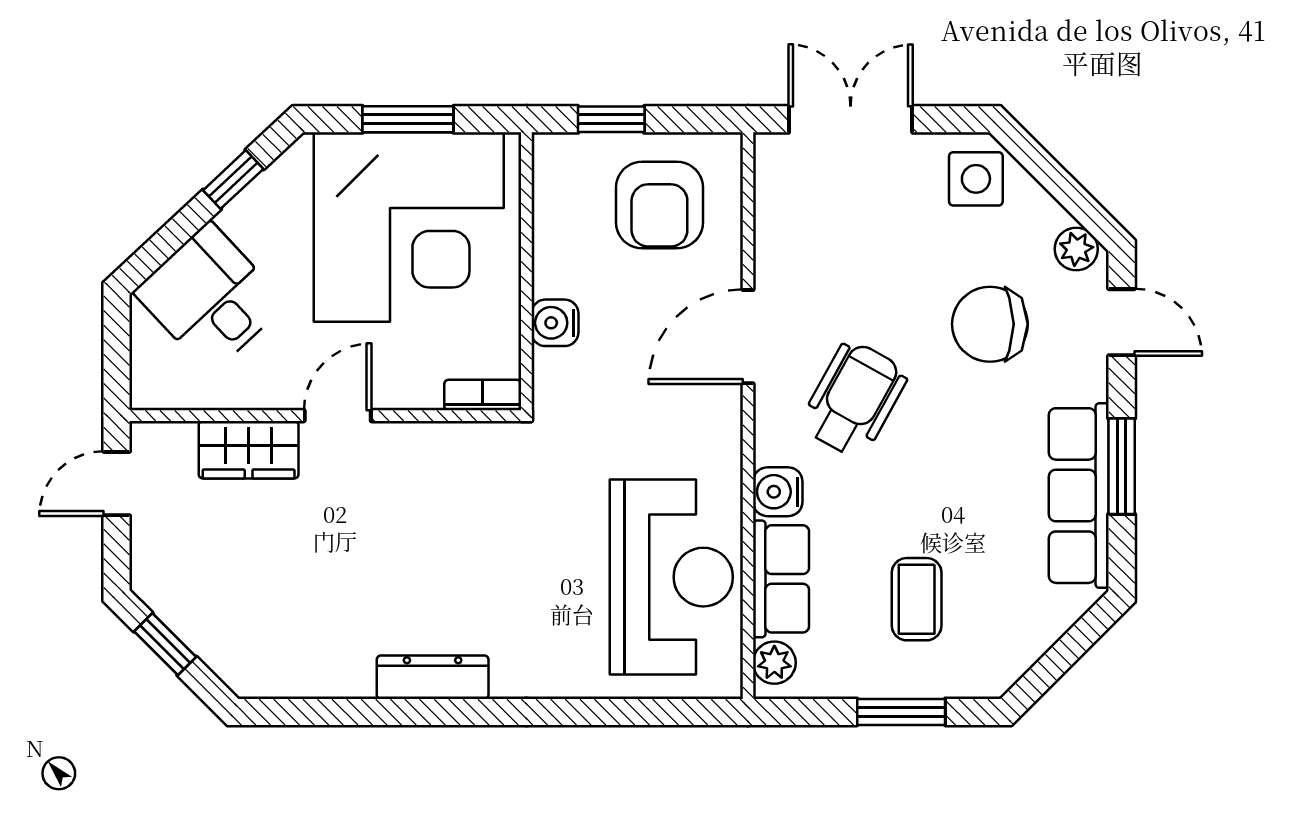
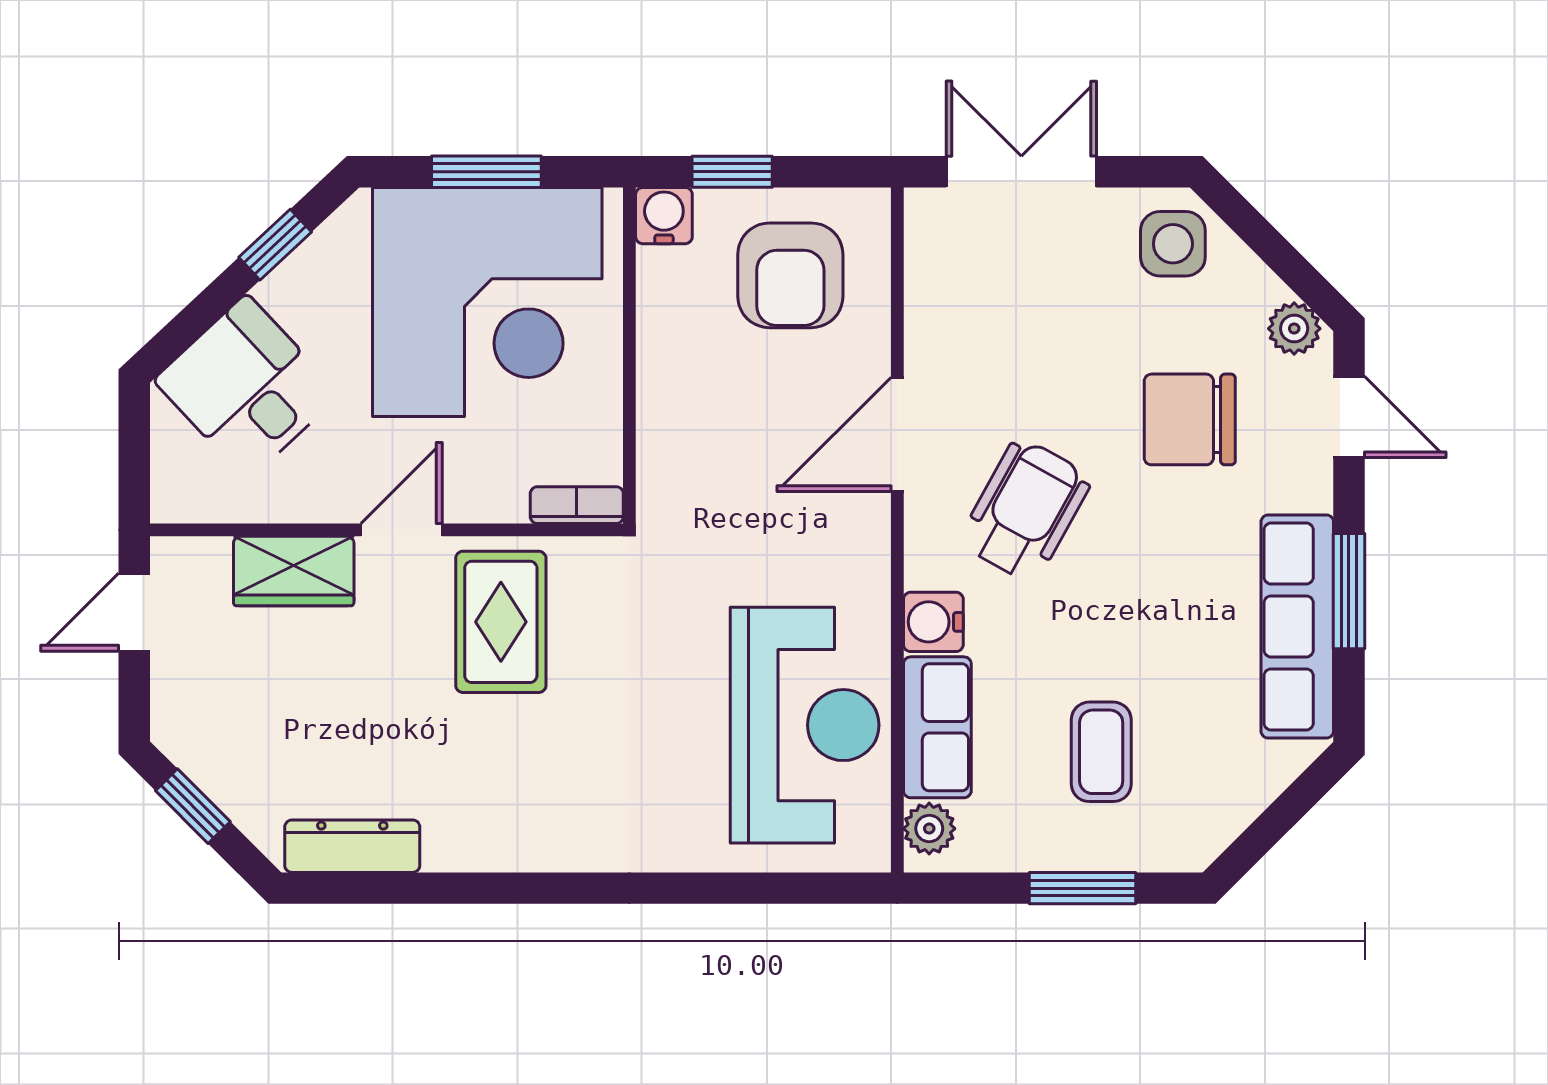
water cooler: (555, 323) -> (664, 216), moved, turned 90
rug: (420, 492) -> (501, 622), added
dresser: (433, 677) -> (352, 846), moved

